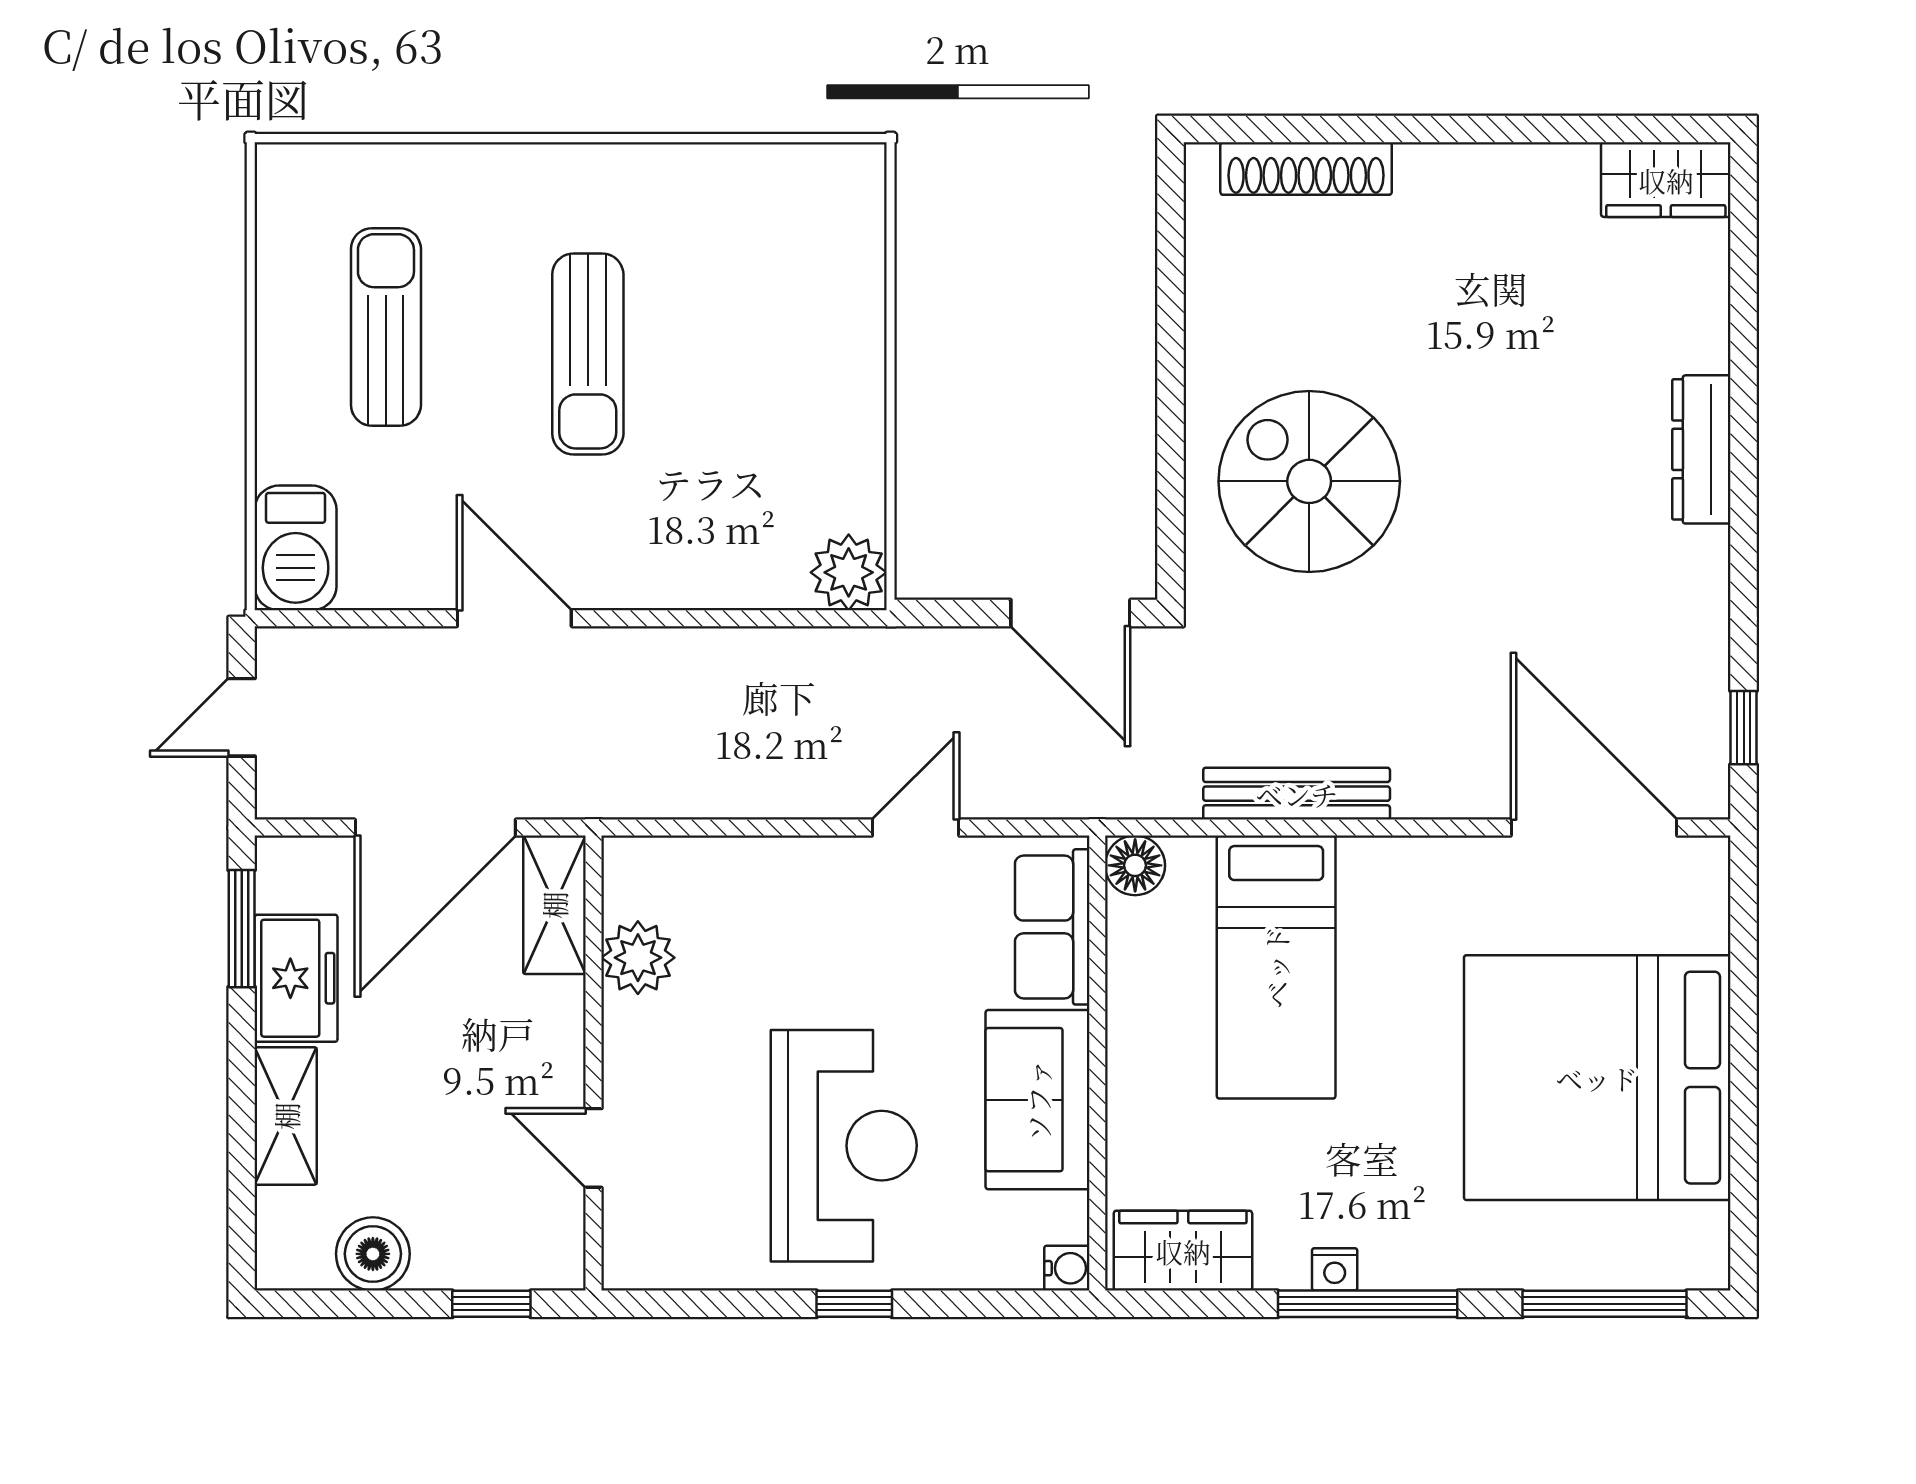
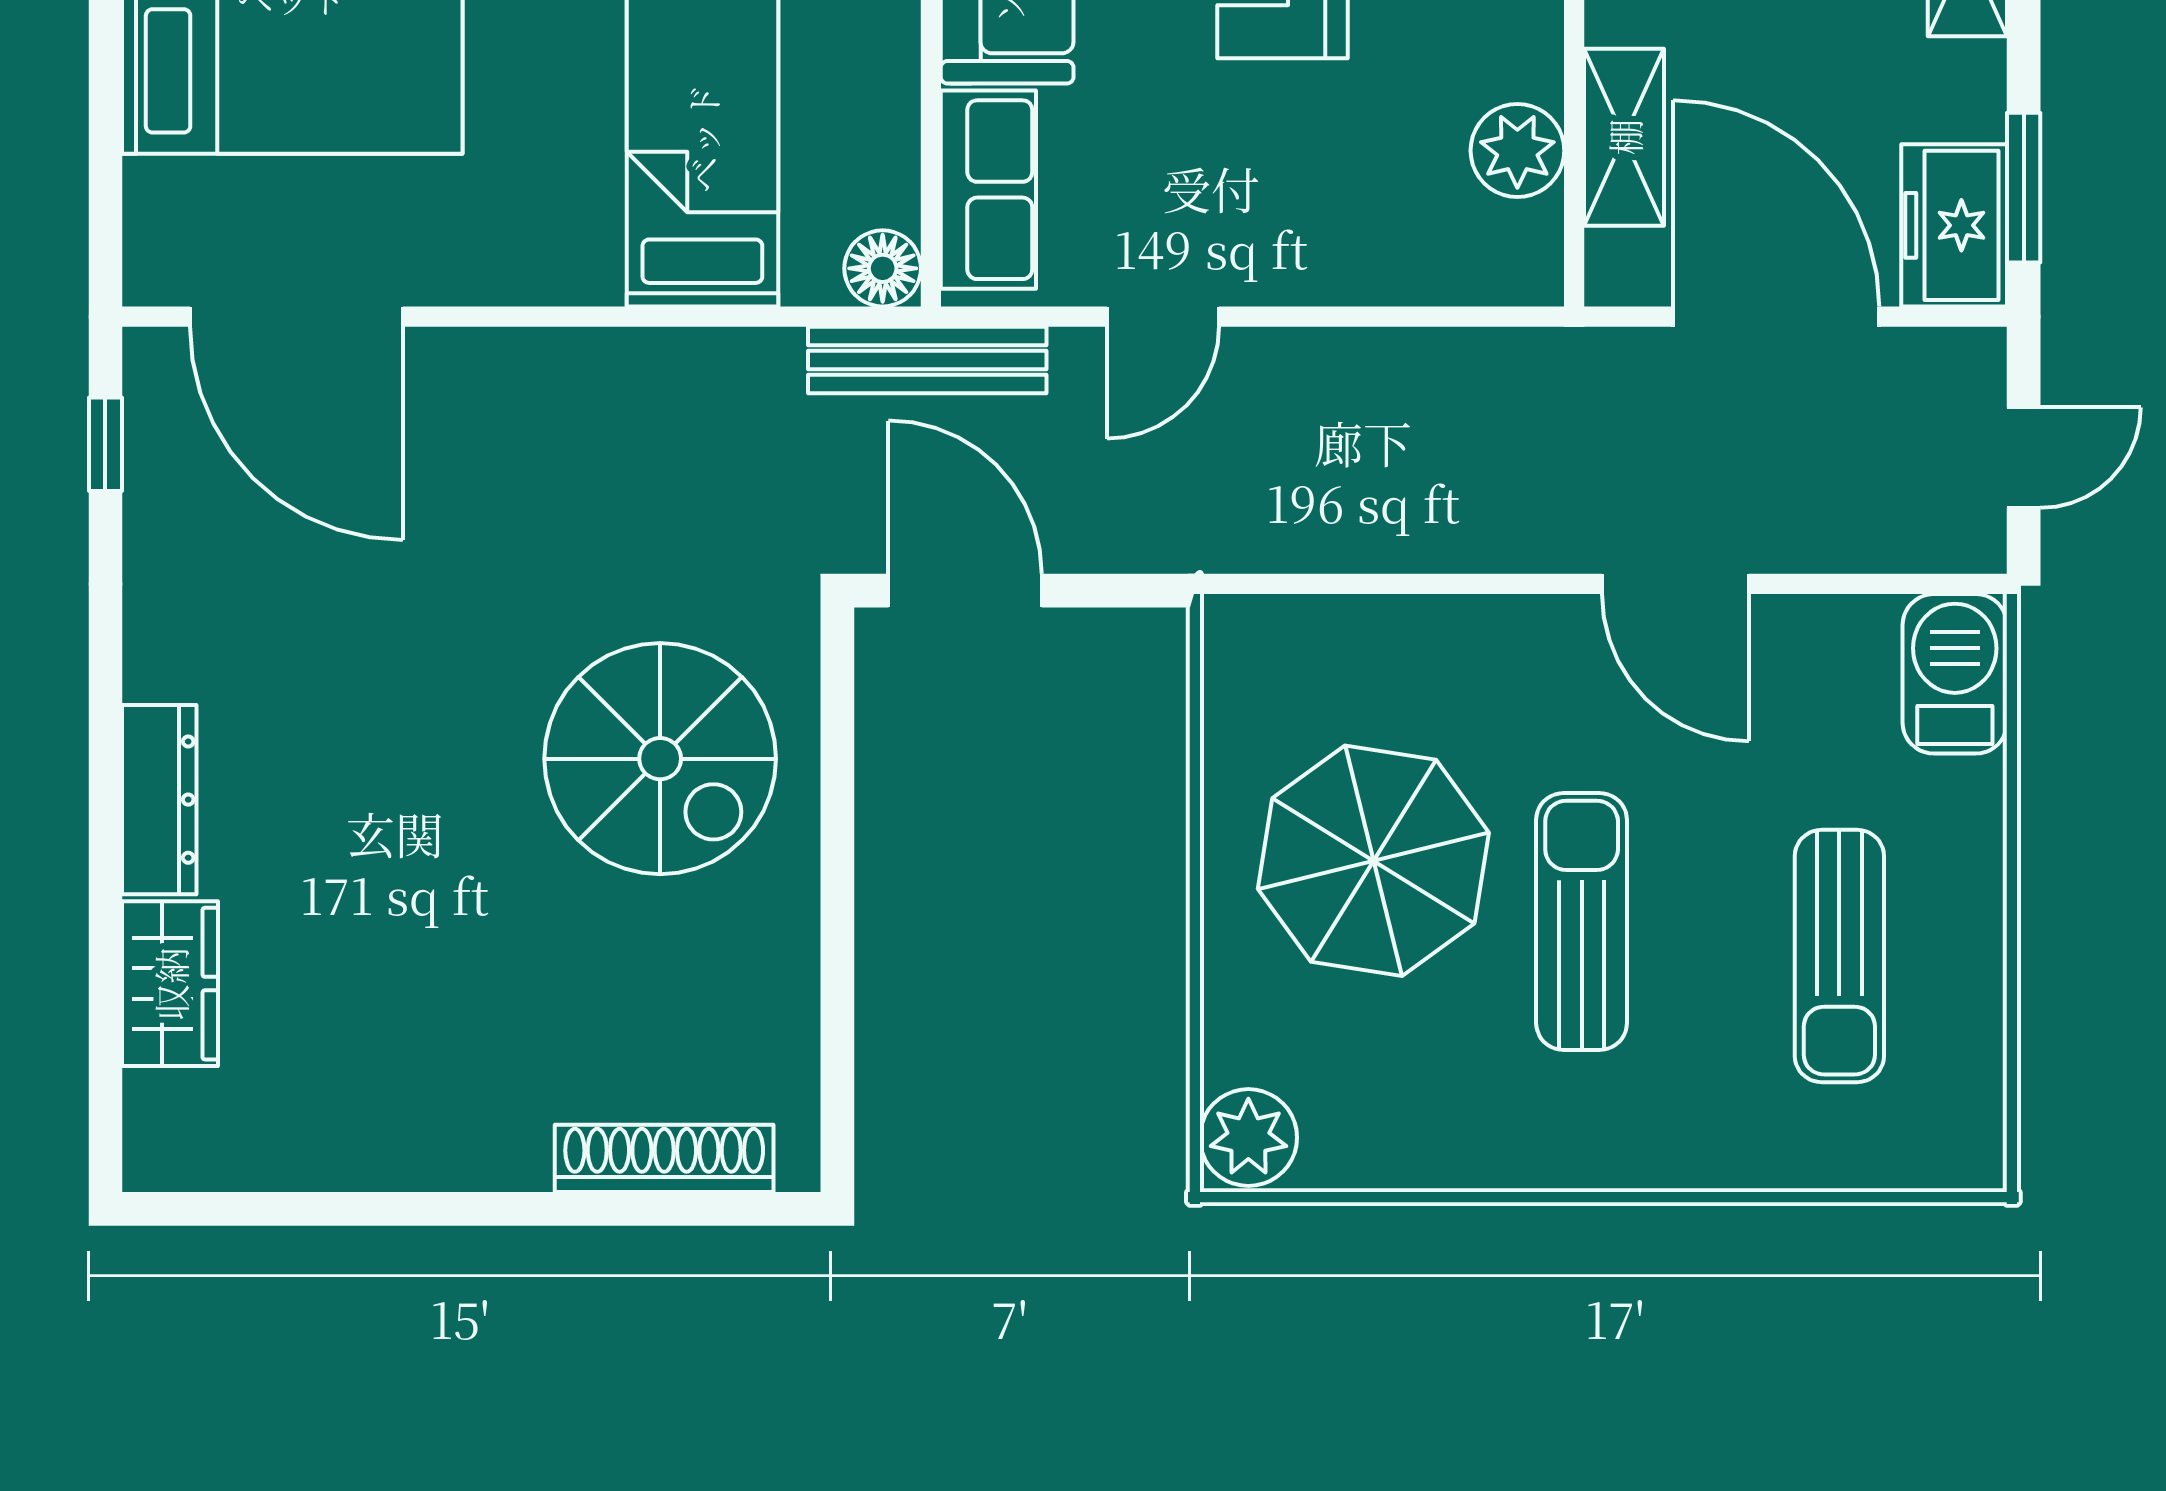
wardrobe: (1666, 180) -> (170, 984), moved, turned 90
parasol: (751, 402) -> (1373, 861), added
plant: (849, 572) -> (1248, 1138), moved
bench: (1297, 794) -> (927, 360), moved
door: (435, 828) -> (1776, 317), hinge flipped
shelving: (554, 905) -> (1624, 137), moved
freezer: (296, 978) -> (1954, 225), moved

